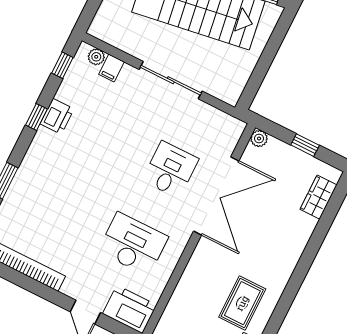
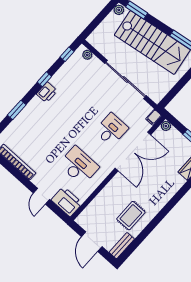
filing cabinet: (111, 68) -> (154, 117), moved
sliding door: (171, 80) -> (125, 79), width x1.36
printer: (57, 116) -> (47, 92), moved

